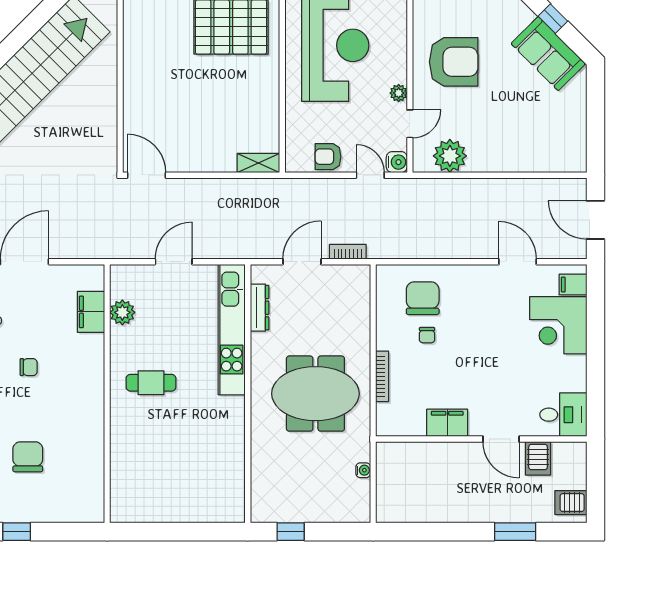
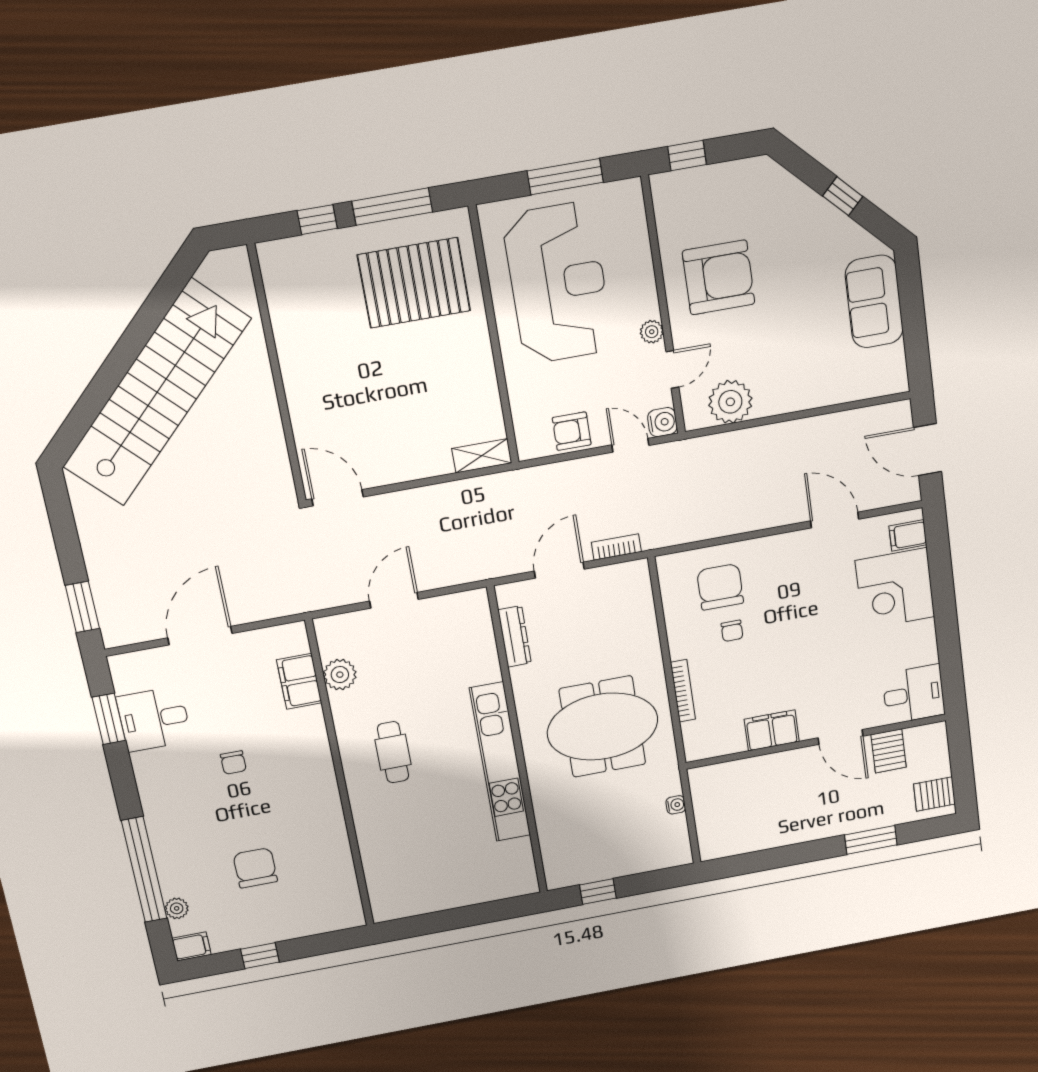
sofa: (548, 54) -> (874, 302), moved, turned 45
kitchen unit: (232, 330) -> (500, 762), moved
chair: (29, 367) -> (233, 763), turned 90
cafe table: (151, 383) -> (393, 752), turned 90

